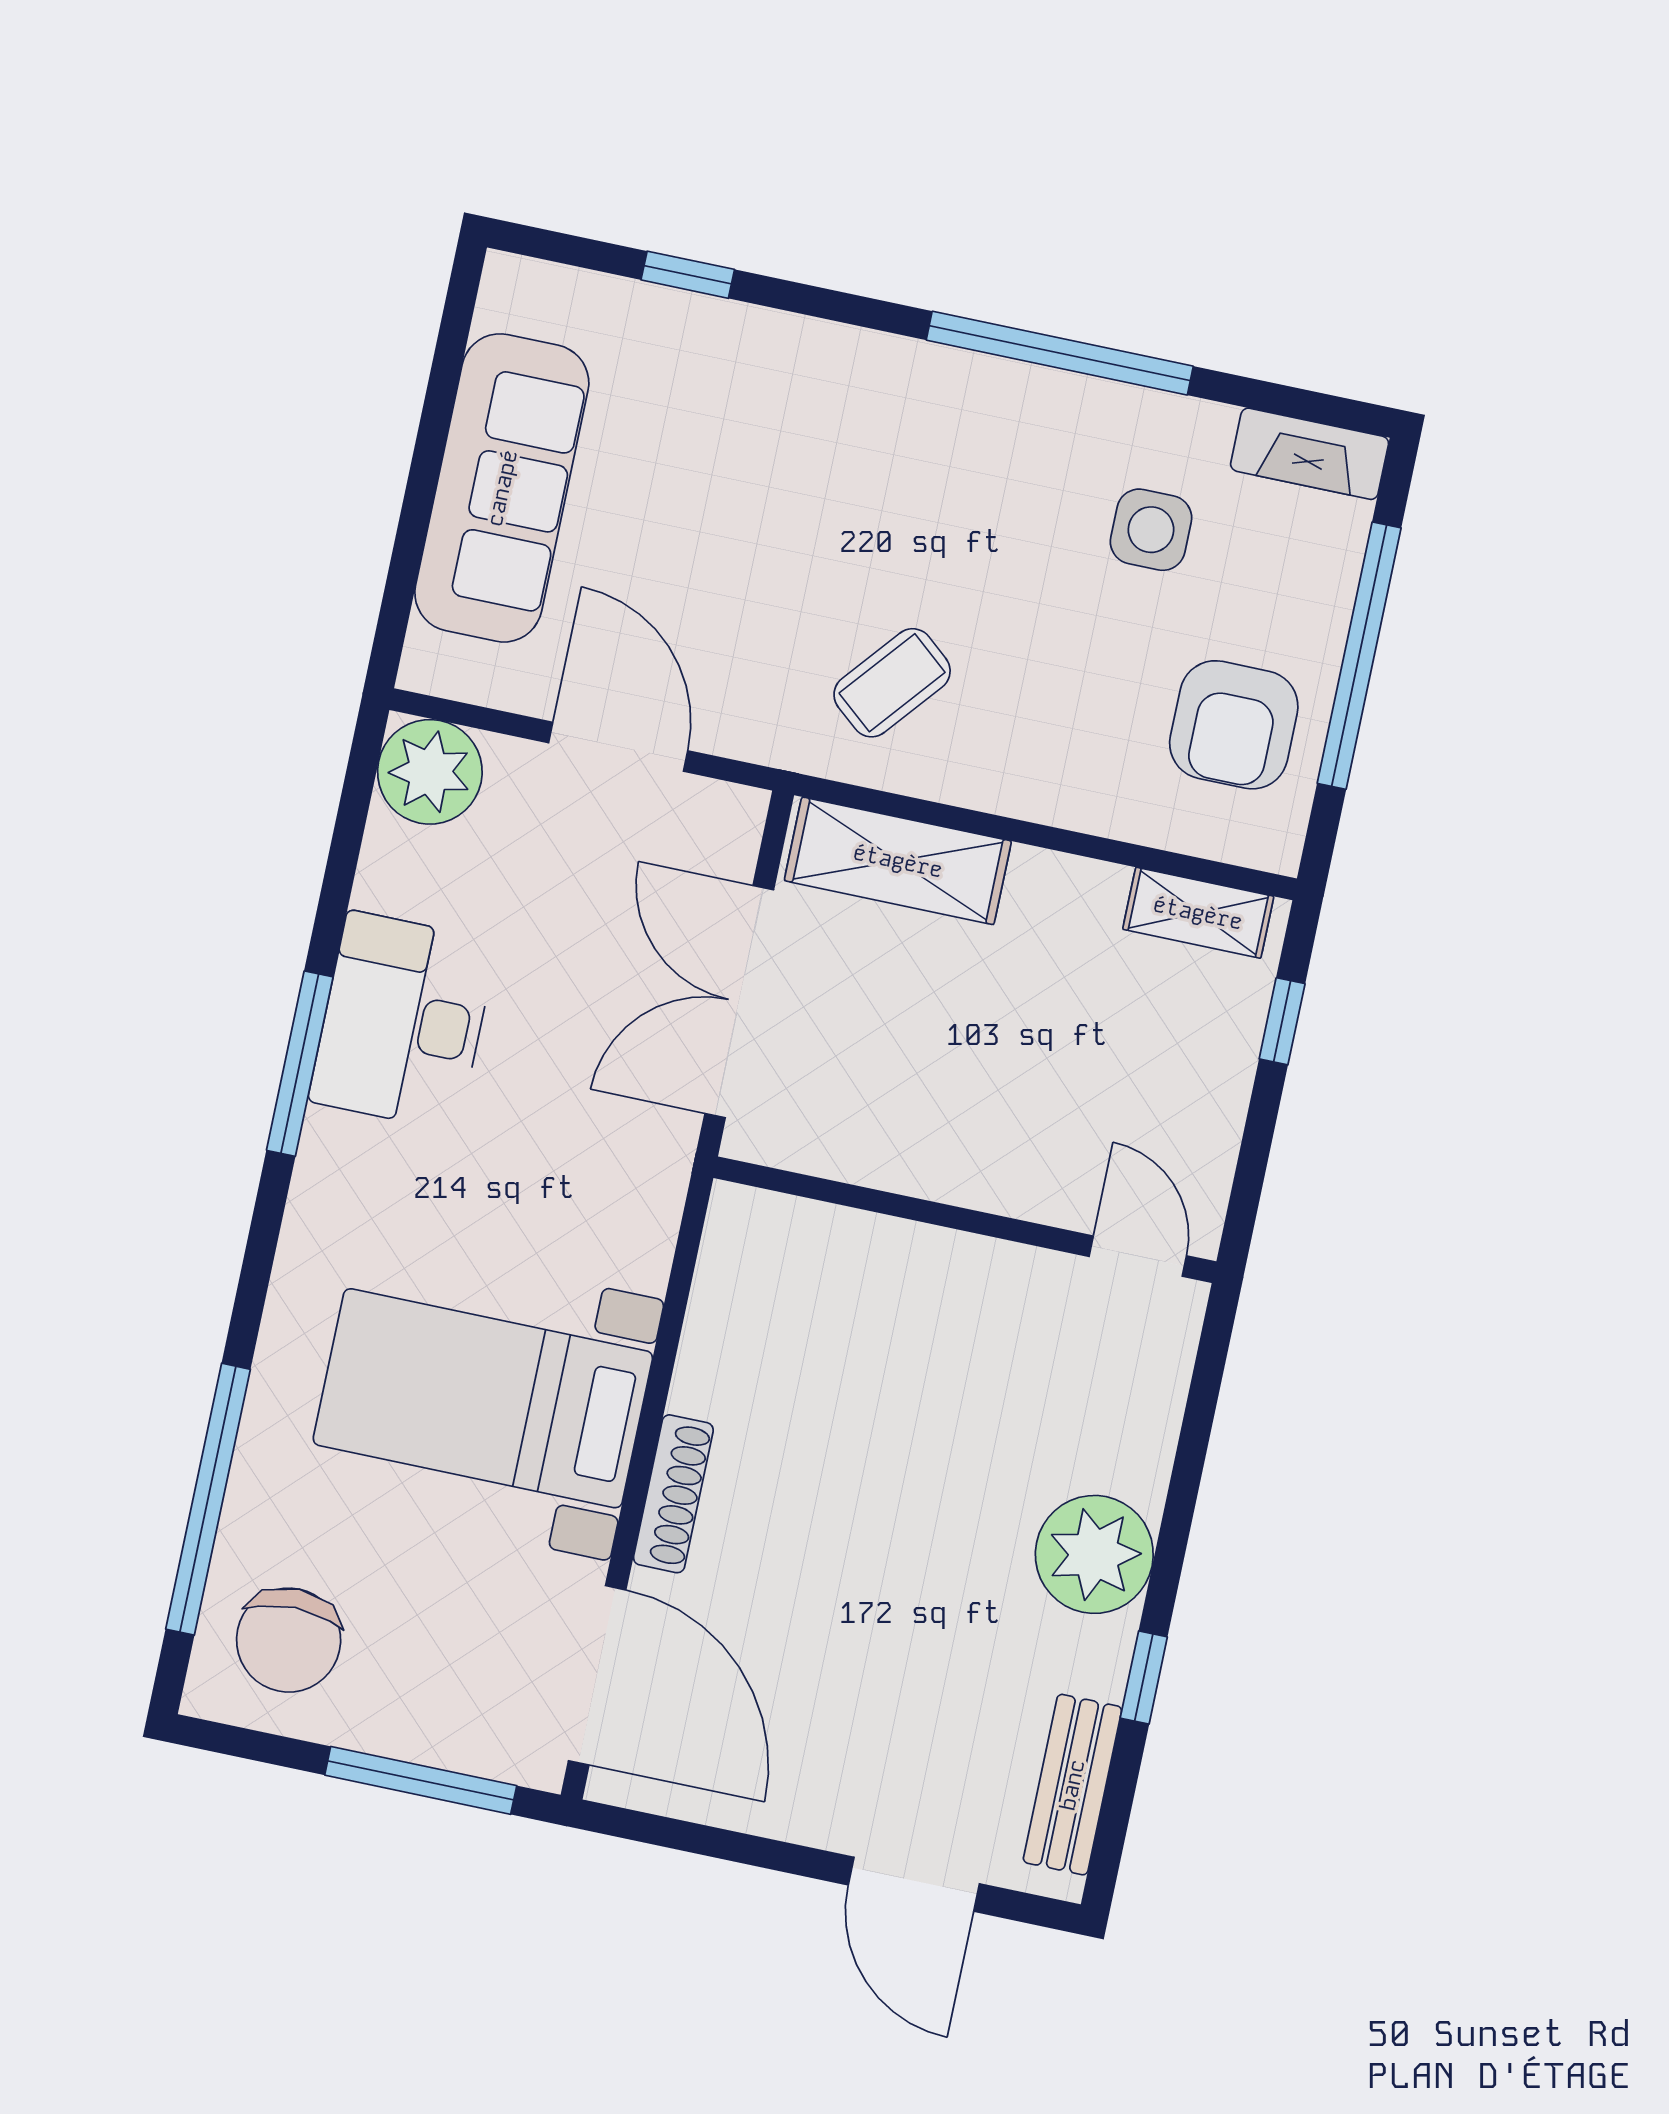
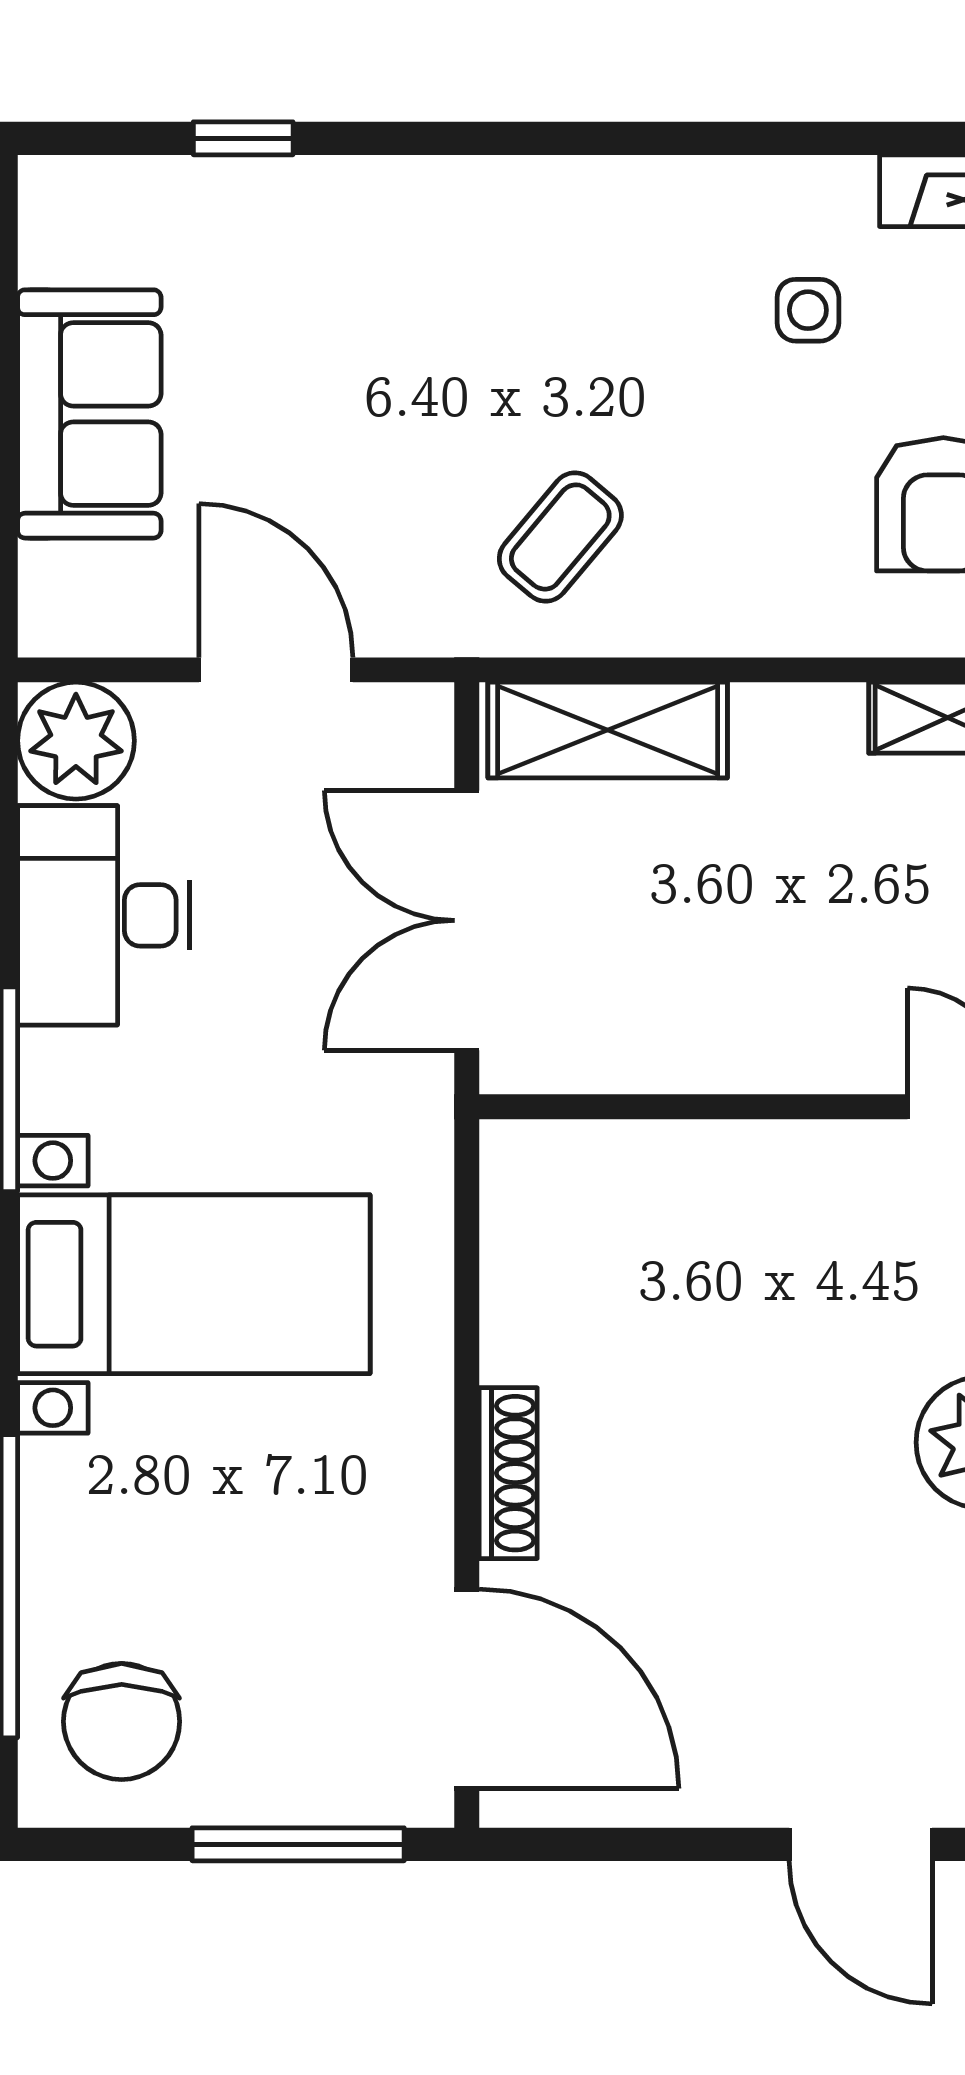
window: (1060, 353) -> (668, 138), removed
sofa: (502, 488) -> (89, 414), width x0.73
side table: (1151, 530) -> (808, 310), width x0.73, depth x0.73
desk: (403, 1021) -> (104, 915), moved
bed with nightstands: (483, 1398) -> (194, 1284), moved, turned 180

